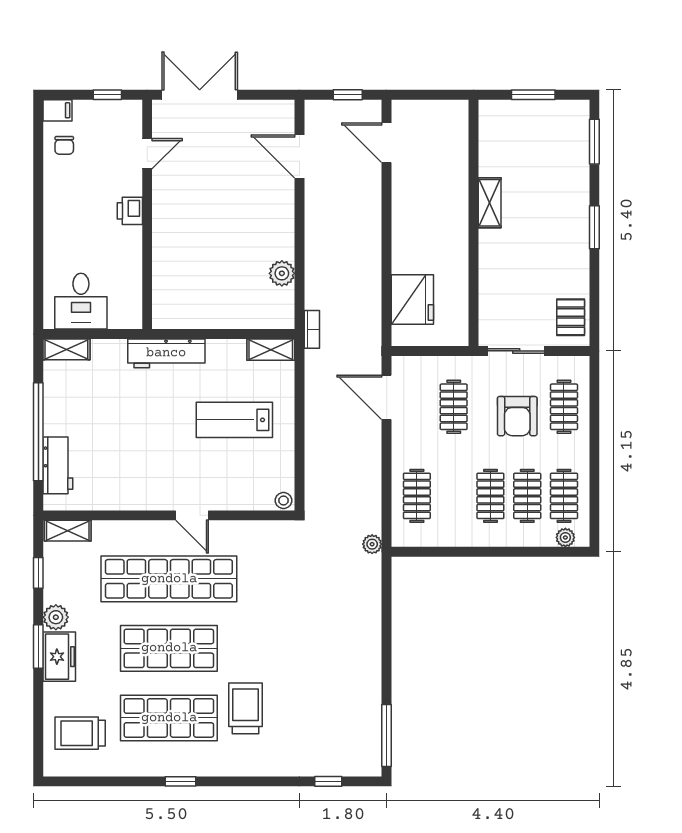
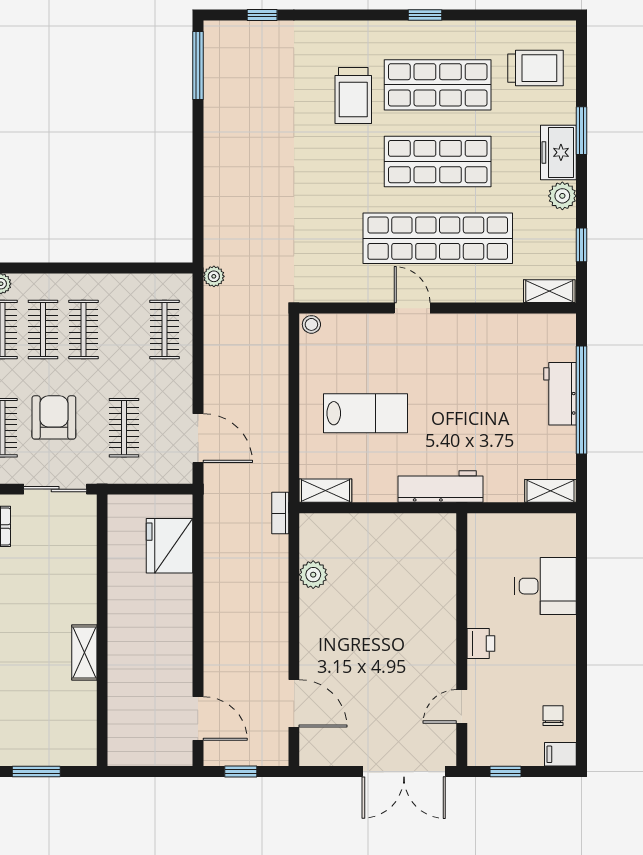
desk: (81, 301) -> (545, 586), moved, turned 90
workbench: (58, 465) -> (560, 394), moved
window: (38, 646) -> (582, 131), moved

